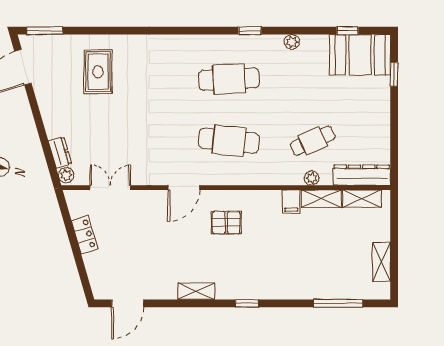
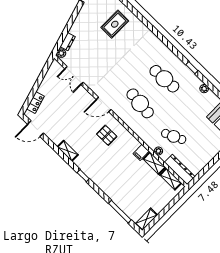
double door: (110, 188) -> (74, 75), swing flipped
locker: (85, 235) -> (35, 102), moved
shelving: (381, 262) -> (146, 219), moved

